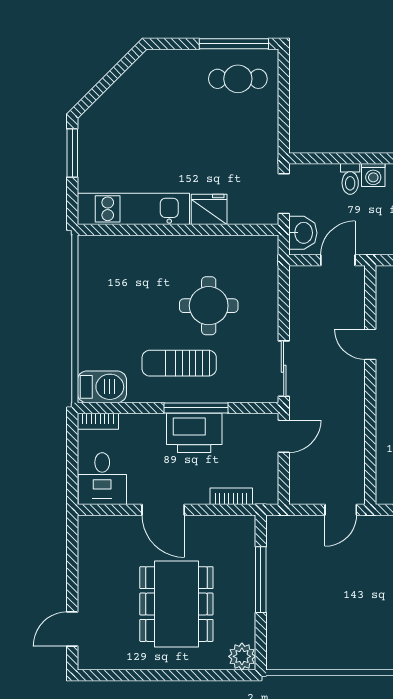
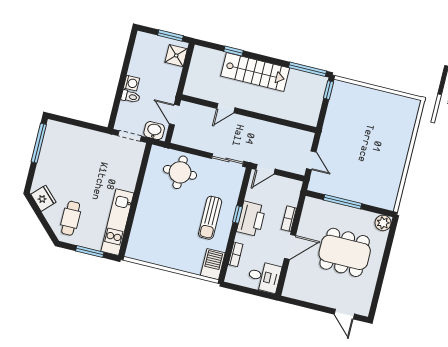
cafe table: (238, 79) -> (71, 218), moved
window: (72, 153) -> (90, 252), moved
fridge: (209, 209) -> (43, 198), moved, turned 135
round table: (209, 306) -> (180, 172), moved
window: (196, 408) -> (237, 214), width x0.46
bookcase: (98, 421) -> (236, 254), moved
door: (284, 436) -> (265, 169), swing flipped
bookcase: (231, 496) -> (289, 219), moved
door: (341, 510) -> (311, 160), moved

